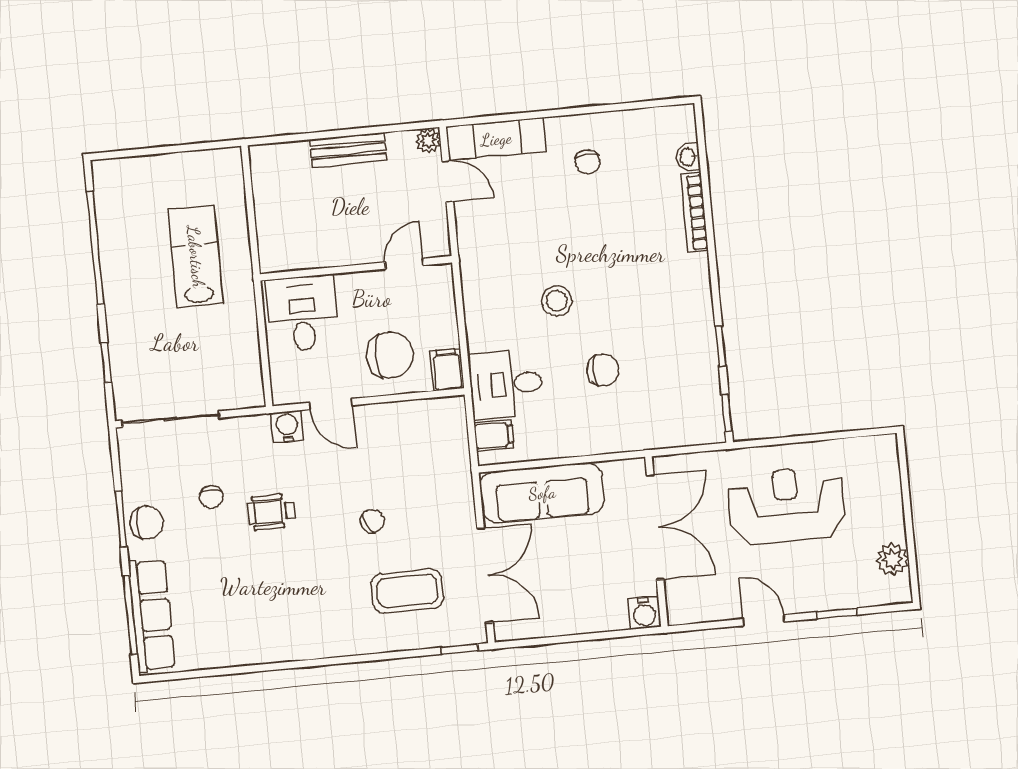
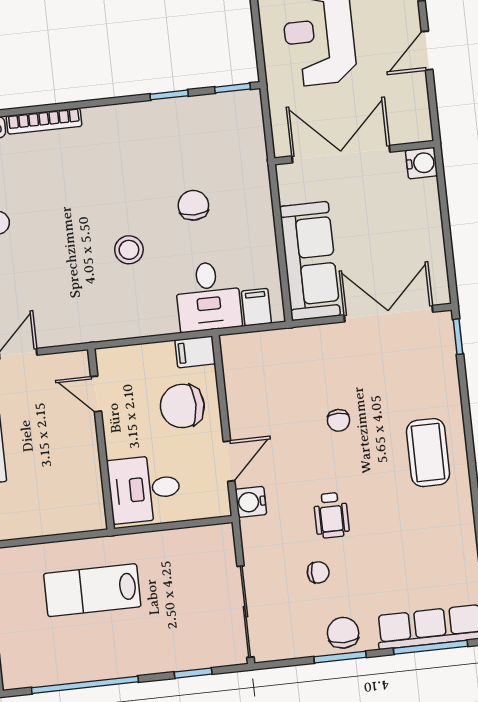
chair: (390, 355) -> (182, 406), turned -90
chair: (372, 521) -> (338, 420), turned -153
coffee table: (407, 591) -> (428, 453), moved

